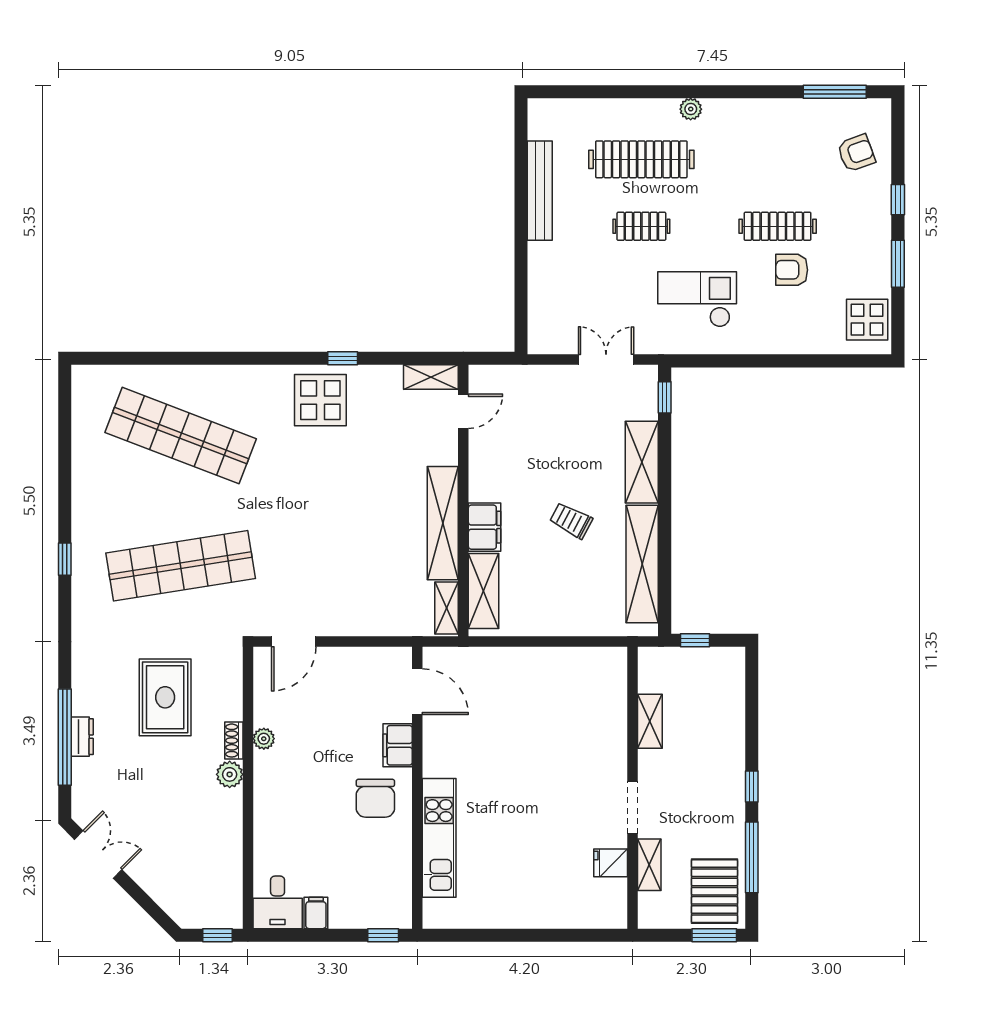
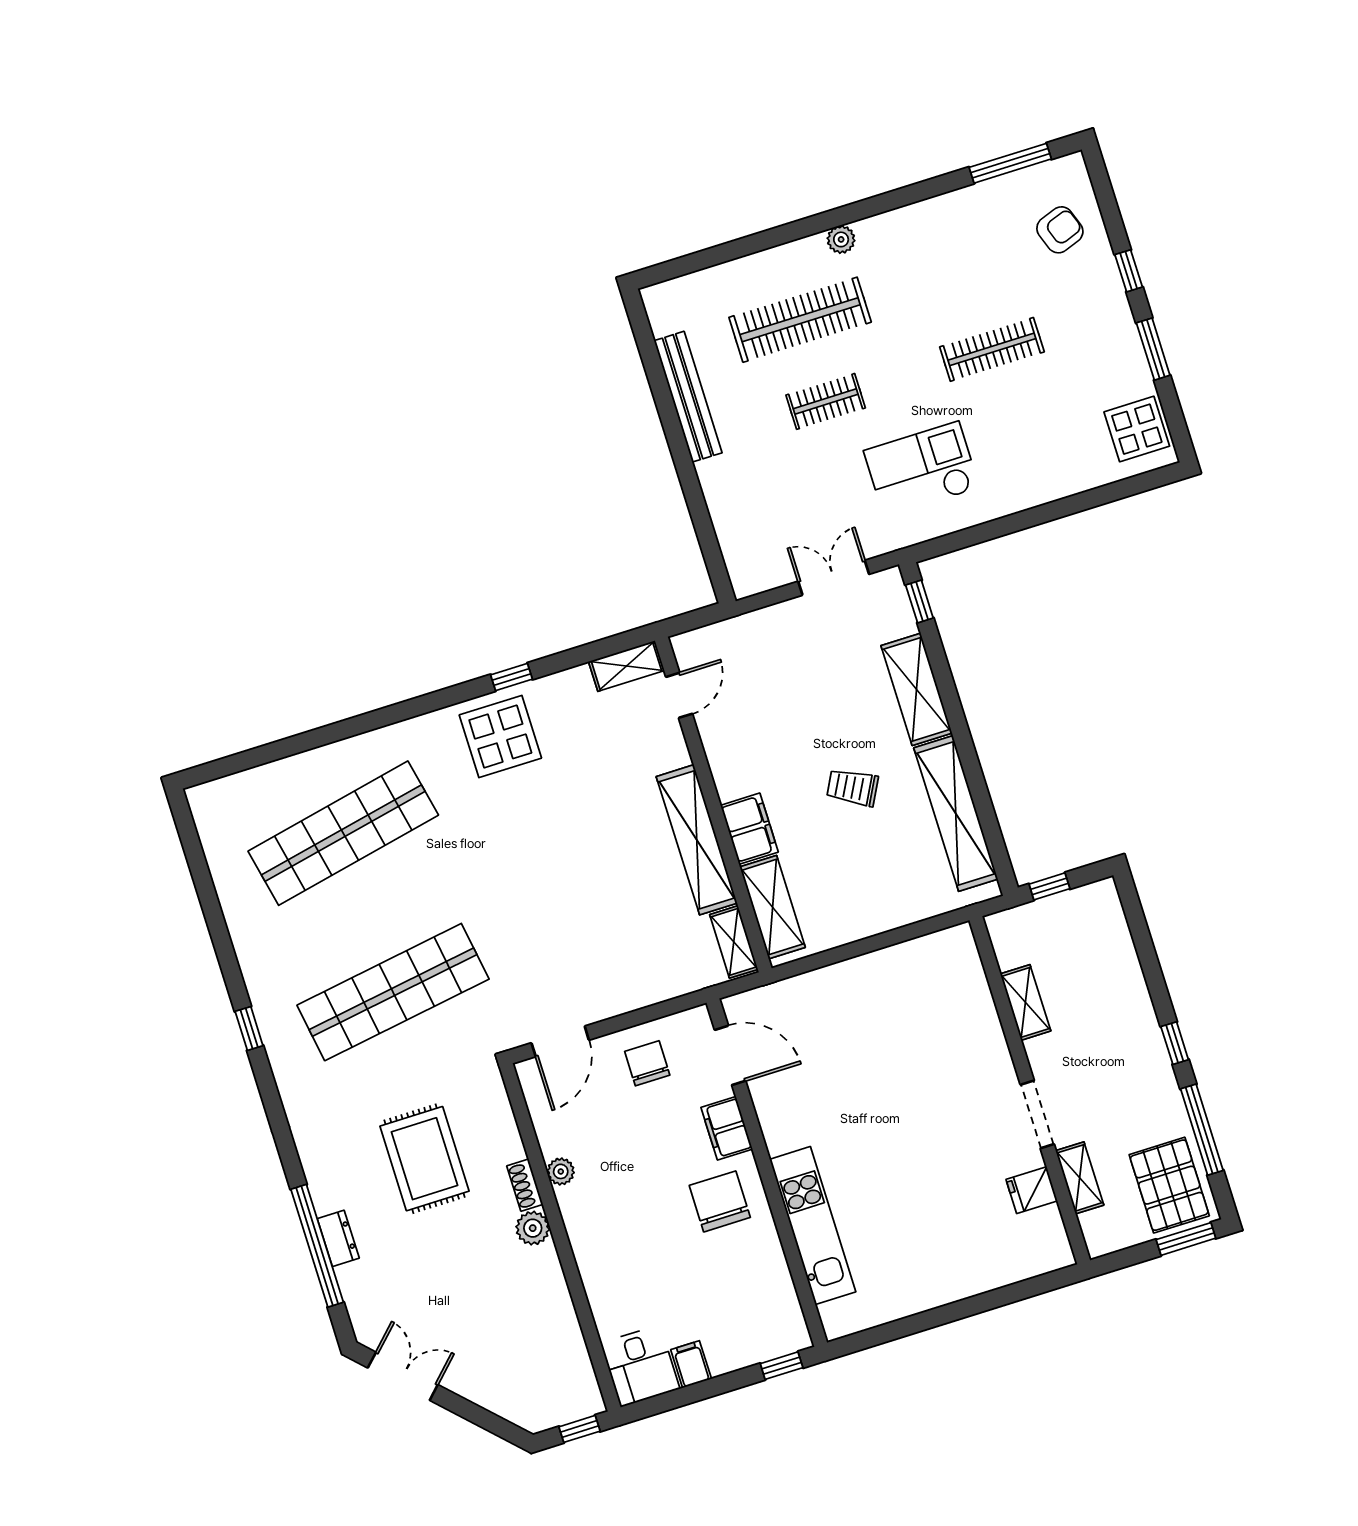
armchair: (792, 270) -> (1026, 397), removed
shop shelf: (181, 436) -> (343, 833), turned -33
chair: (354, 678) -> (647, 1063), added
chair: (375, 798) -> (720, 1201), turned 180

